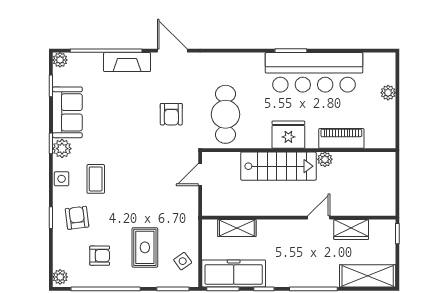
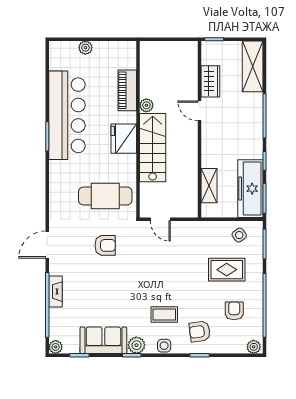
fireplace: (127, 62) -> (56, 292), width x0.73, depth x0.76

